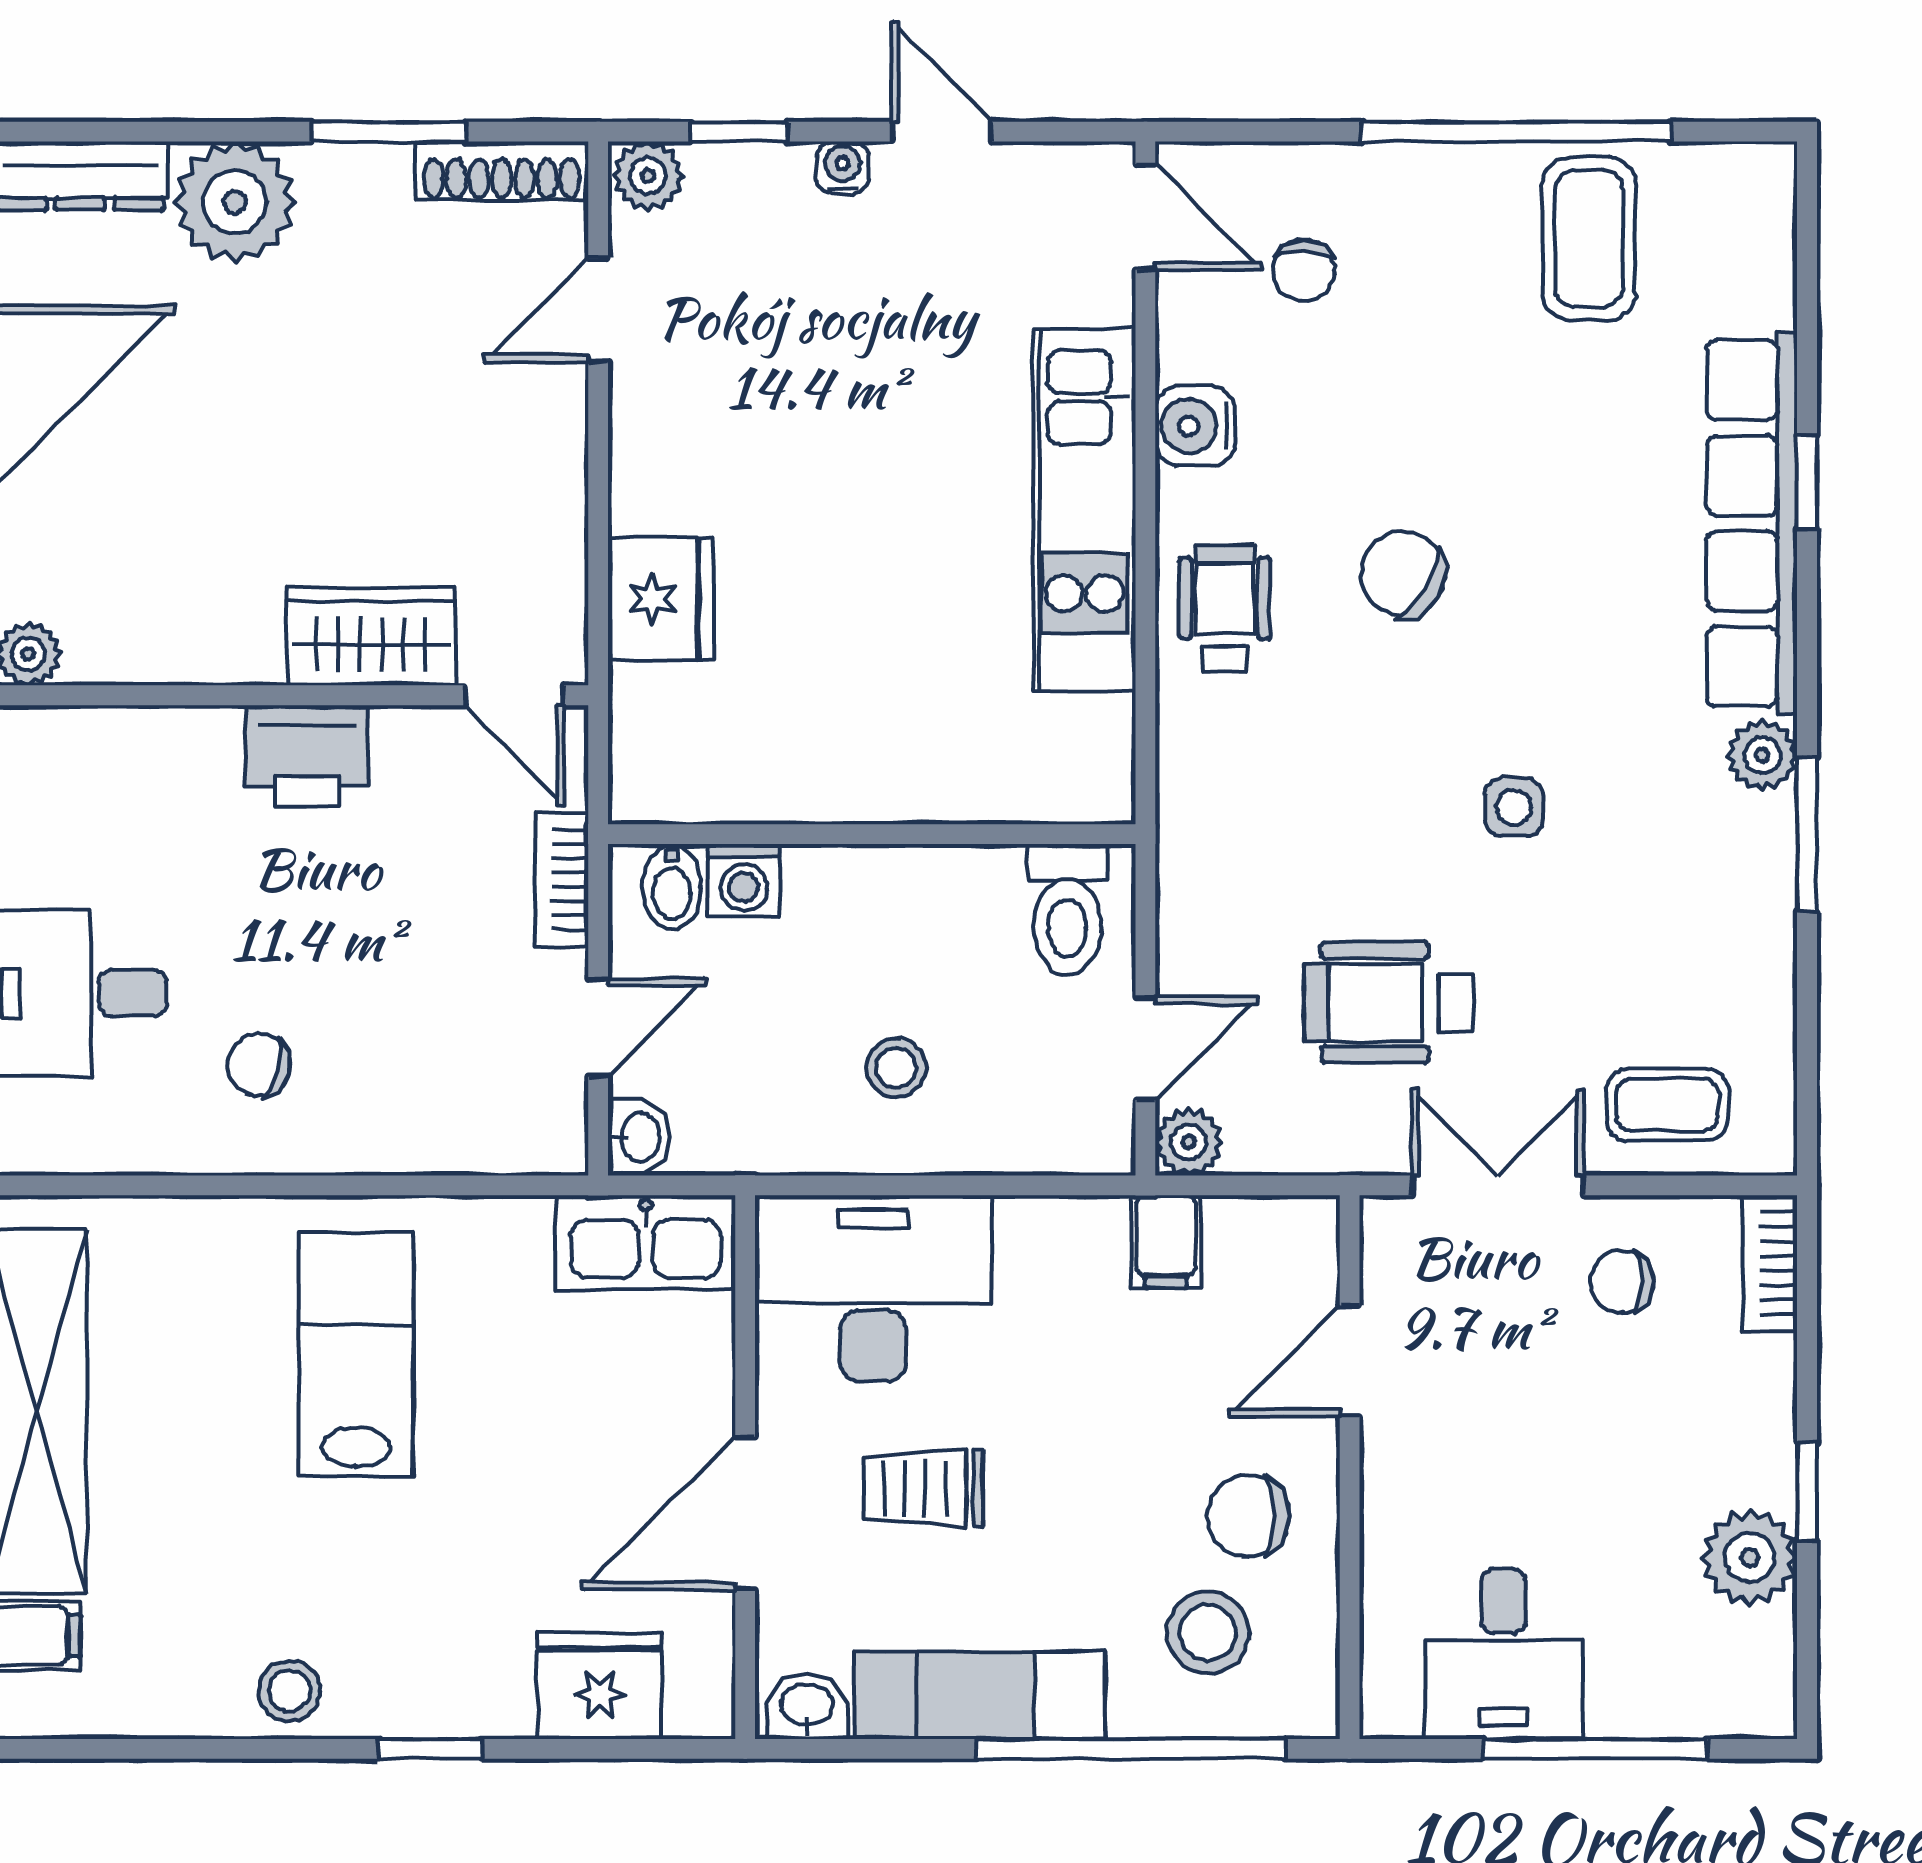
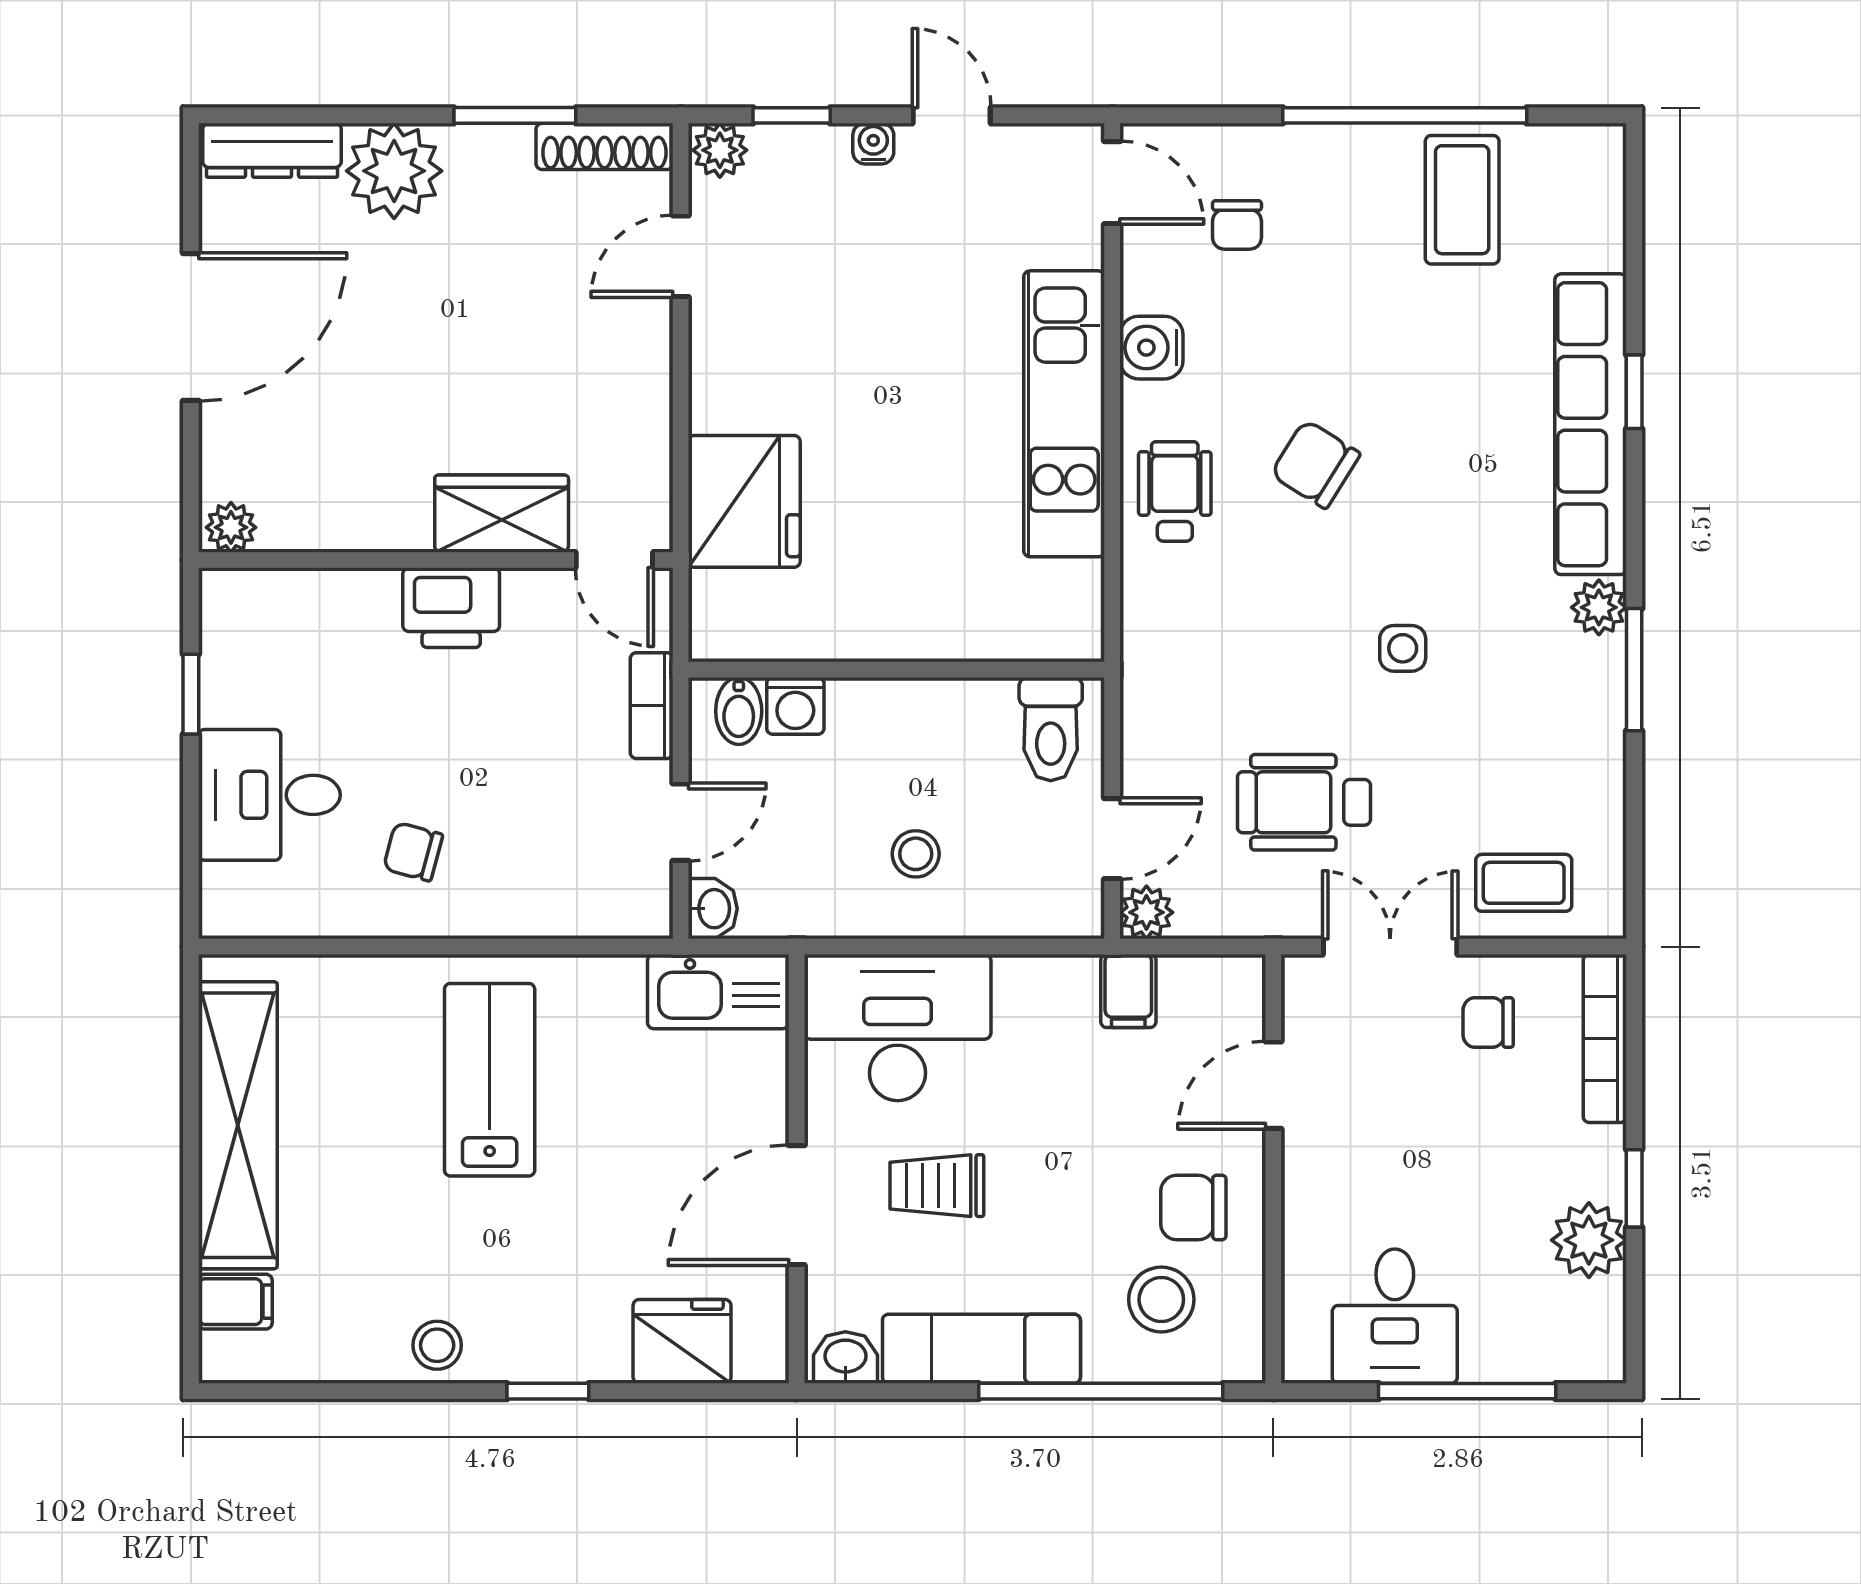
fridge: (661, 599) -> (744, 501), width x1.36, depth x1.34
bookcase: (1770, 1263) -> (1605, 1038), width x1.56

